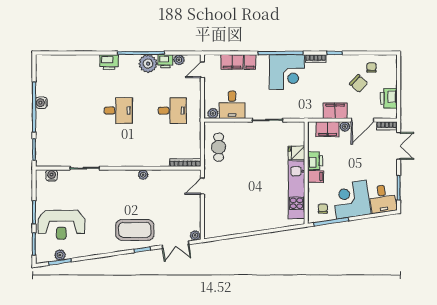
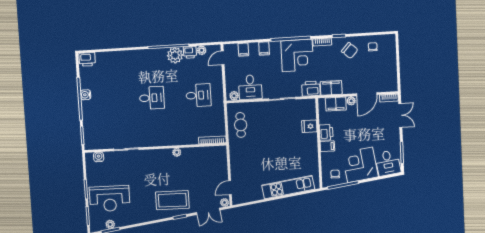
printer: (109, 62) -> (87, 59), moved
filing cabinet: (232, 62) -> (243, 50), width x0.50
chair: (359, 83) -> (350, 51), moved
printer: (389, 98) -> (311, 89), moved, turned 90
filing cabinet: (335, 111) -> (331, 88), moved
door: (202, 186) -> (230, 188), moved
kitchen unit: (296, 190) -> (288, 187), moved, turned 82

